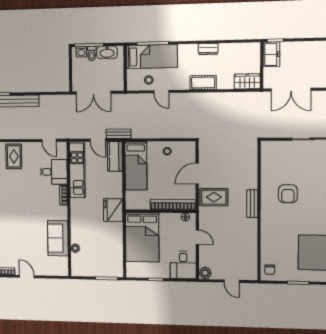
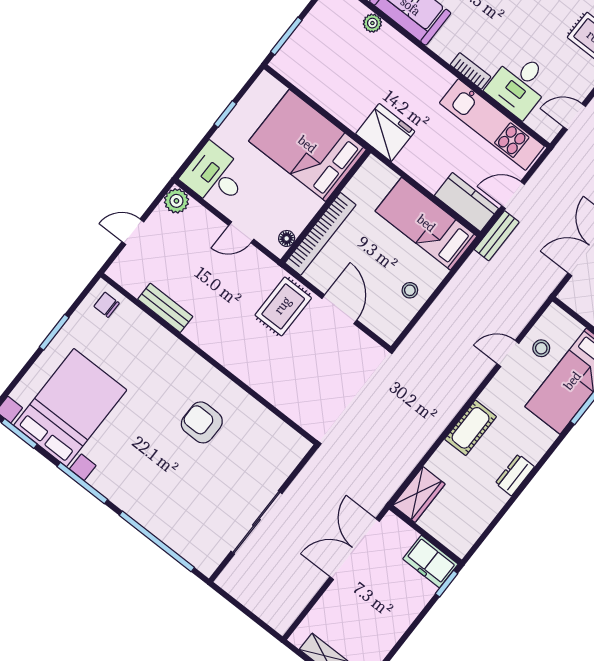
bench: (252, 204) -> (165, 308), moved

